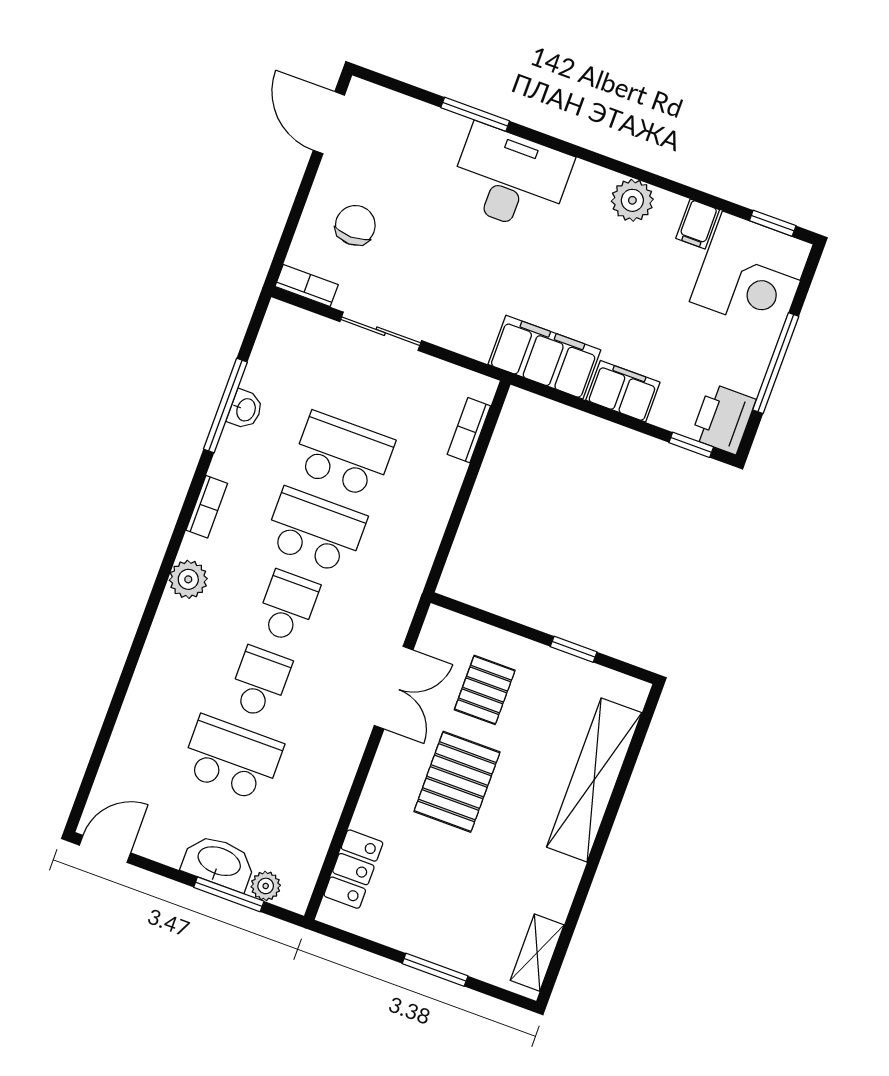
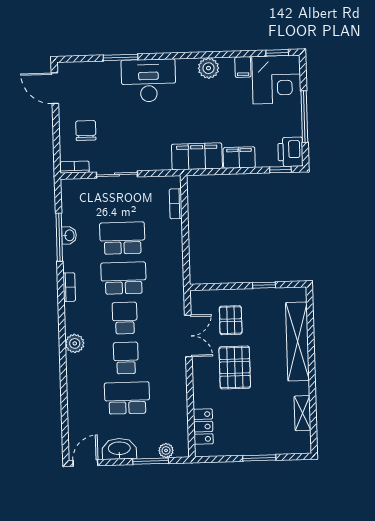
plant: (188, 579) -> (75, 343), moved
washbasin: (219, 862) -> (119, 449), moved
shelving: (537, 953) -> (302, 413), moved

